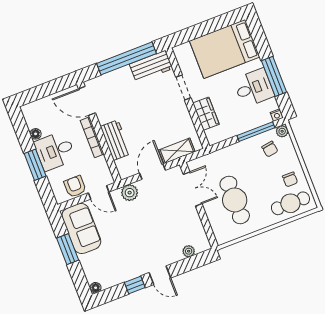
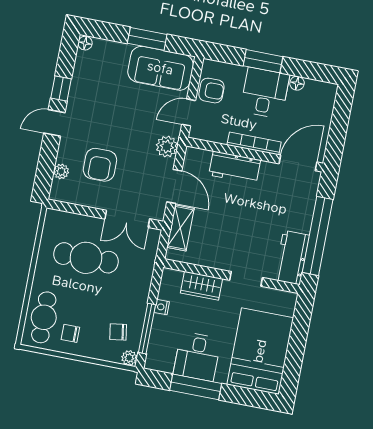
nightstand: (277, 115) -> (162, 307), moved
armchair: (169, 229) -> (100, 165), added

